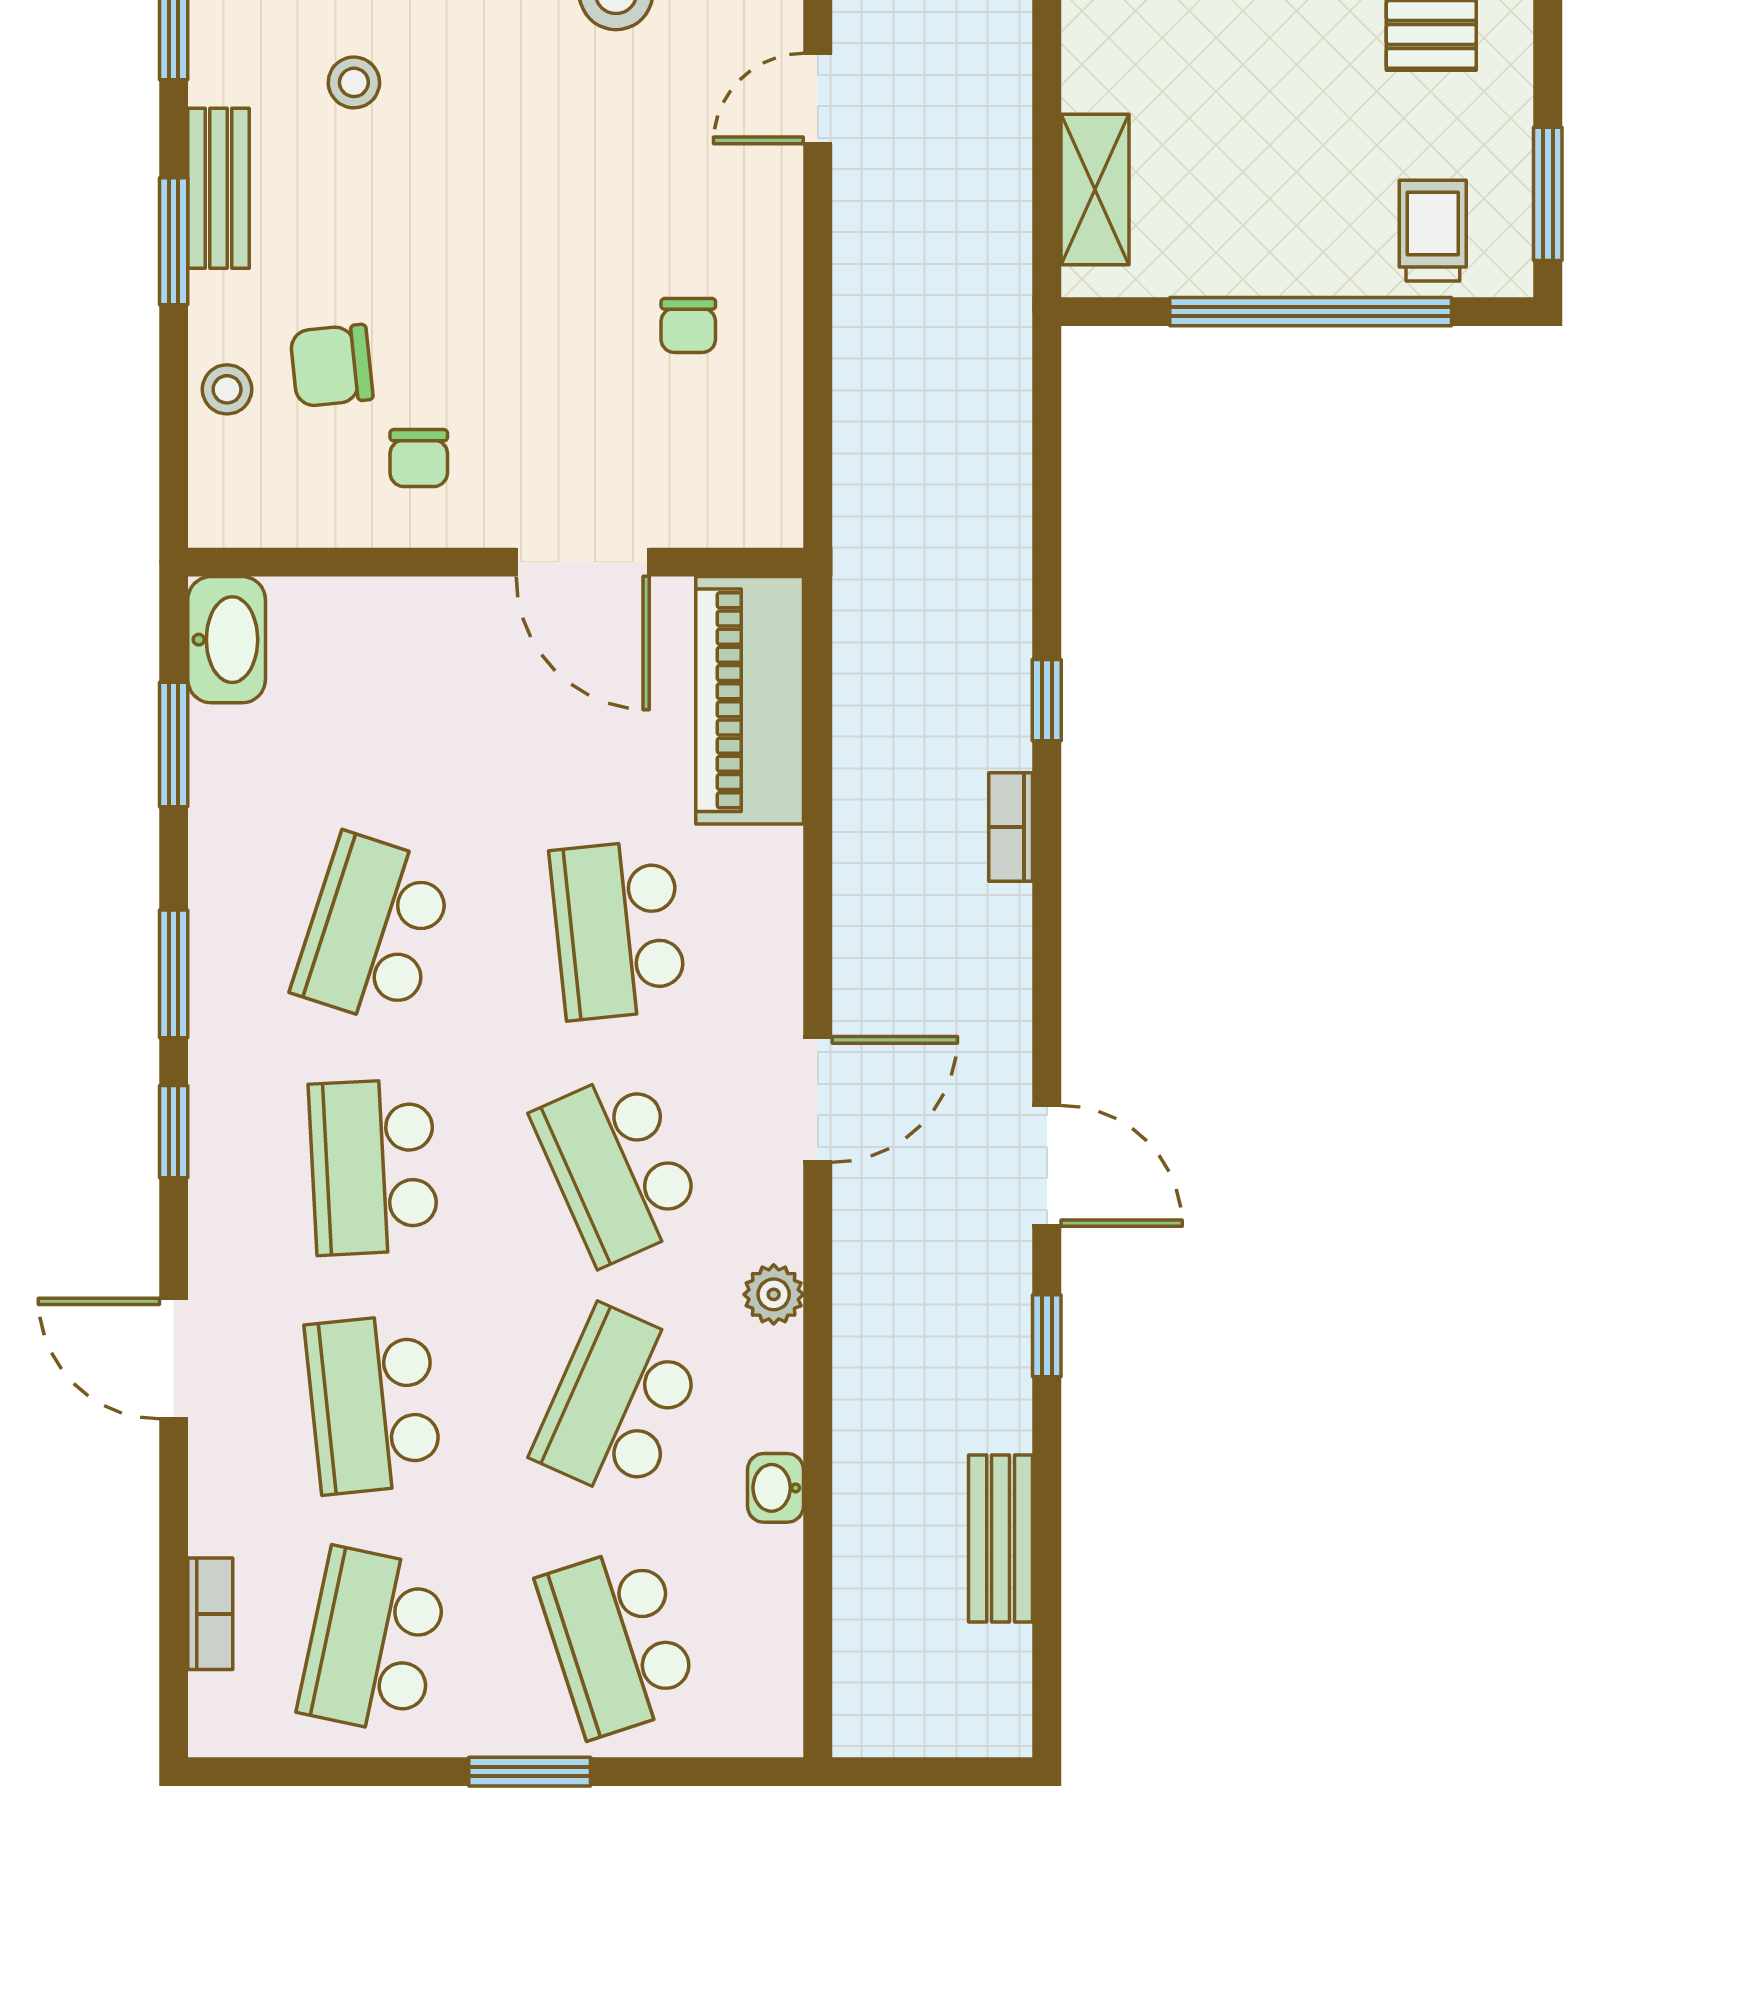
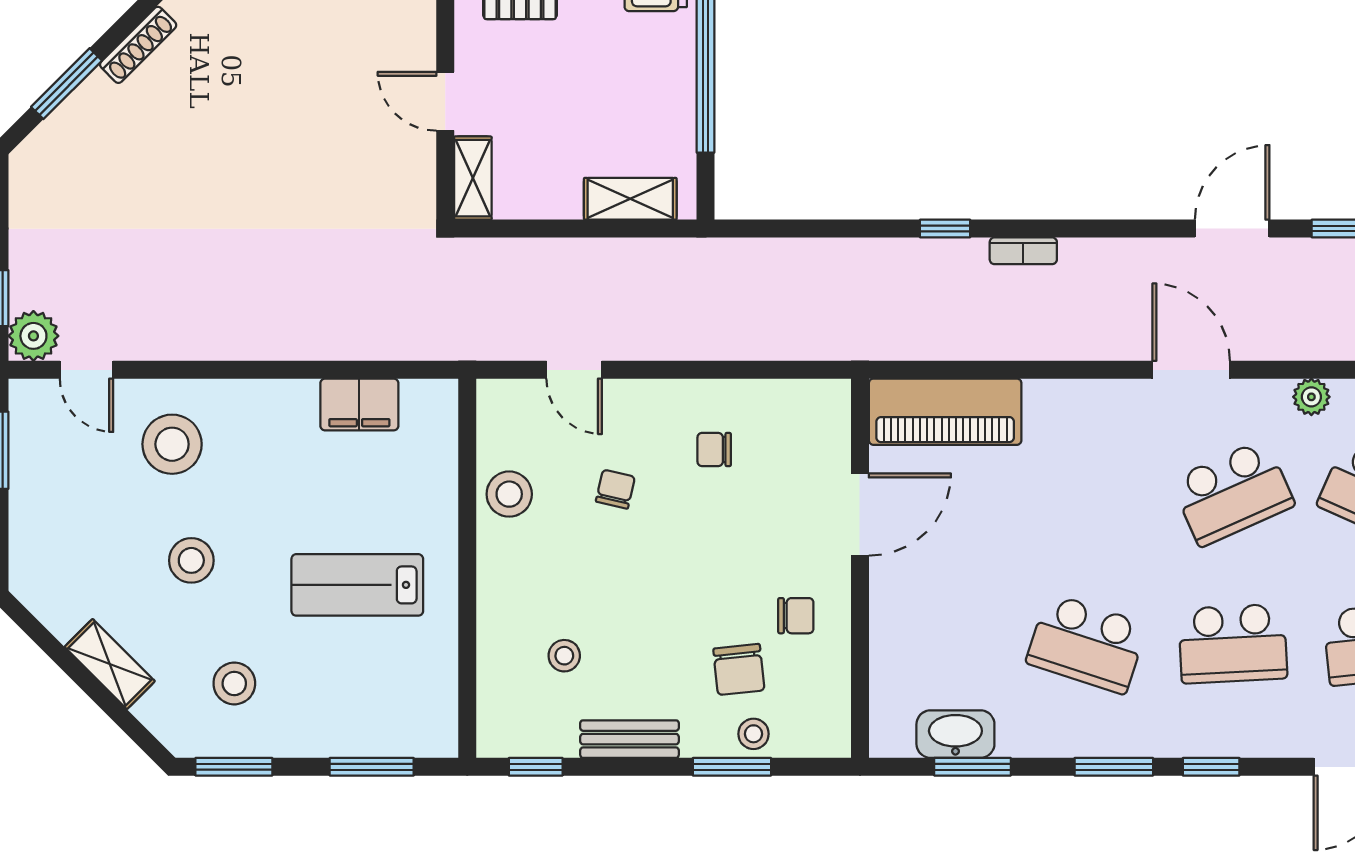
chair: (624, 165) -> (615, 489), added
window: (174, 241) -> (732, 767), moved
chair: (688, 326) -> (714, 449), turned 180
washbasin: (227, 640) -> (955, 734), moved
school desk: (618, 930) -> (1087, 493), removed

